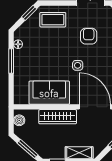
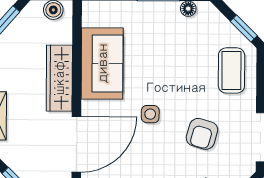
armchair: (89, 36) -> (202, 134), turned 106

